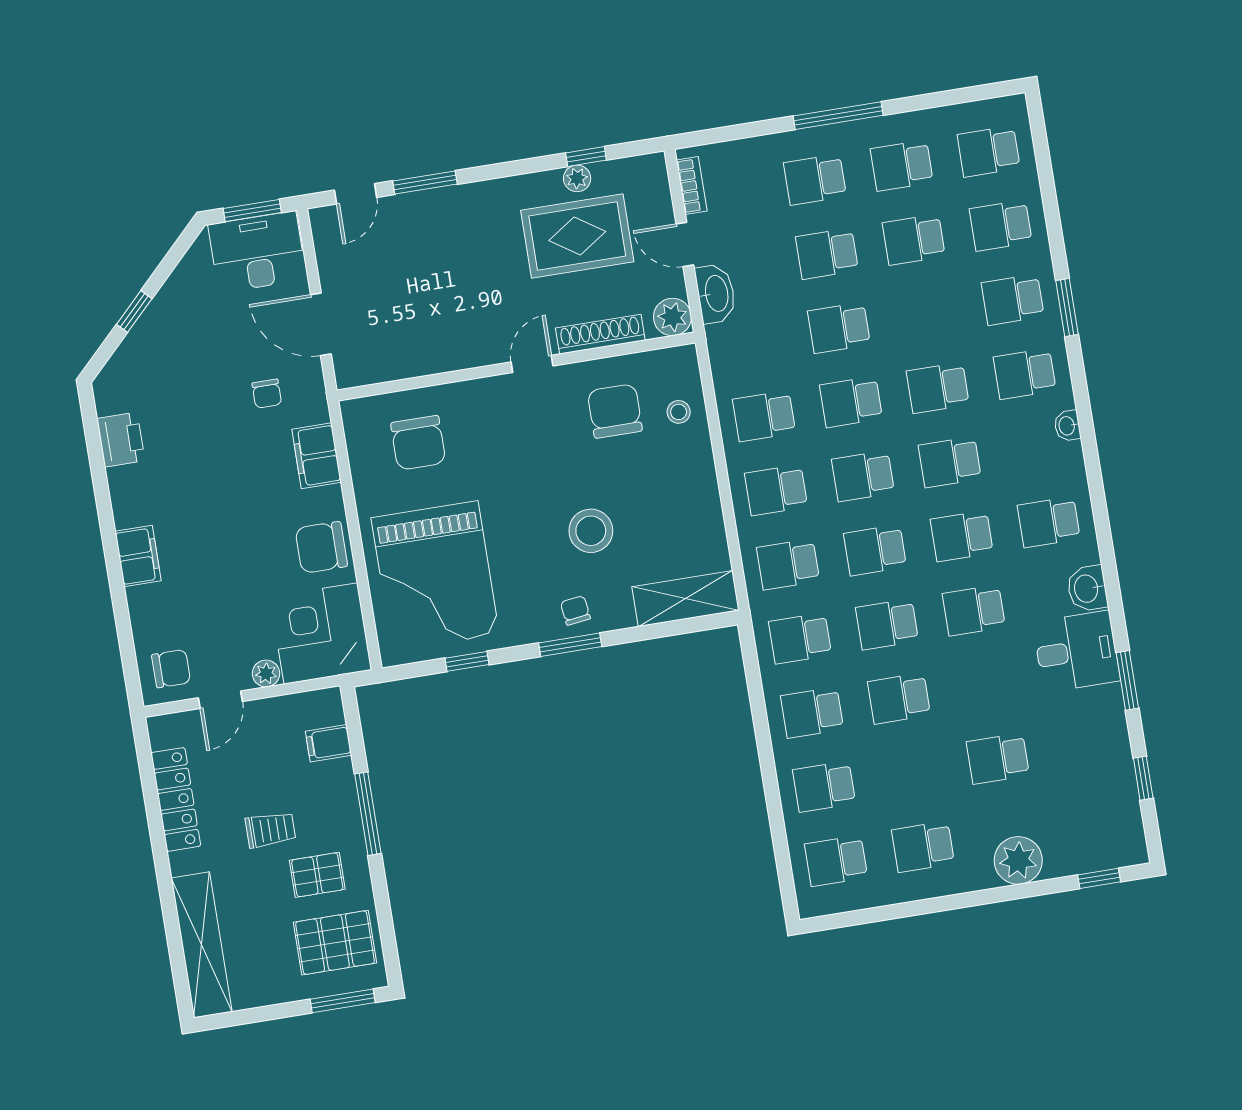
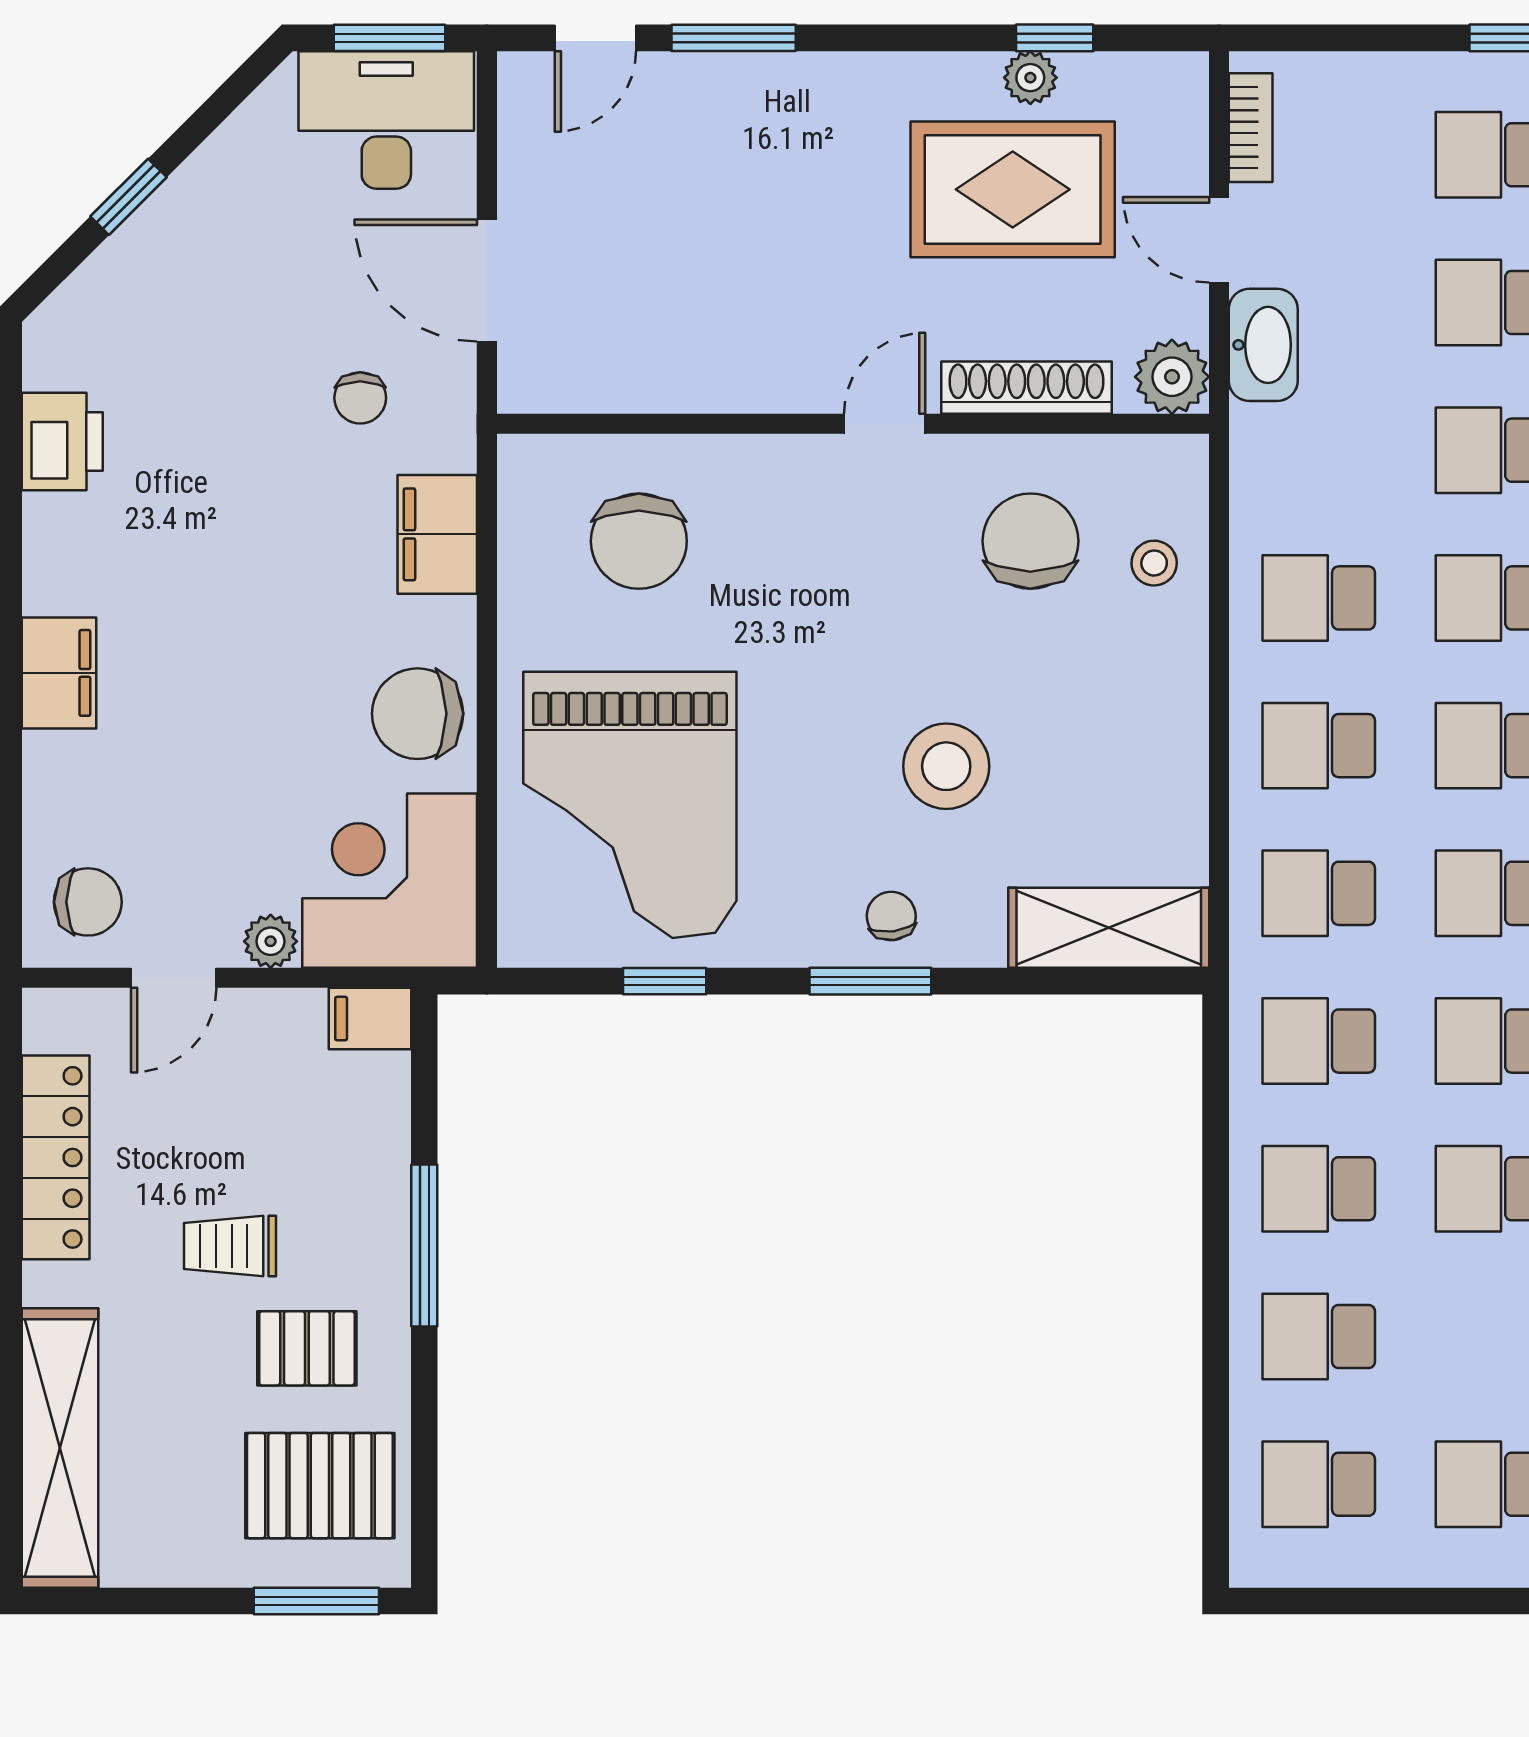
filing cabinet: (328, 743) -> (370, 1019), moved
trolley: (270, 830) -> (230, 1246), turned 180

